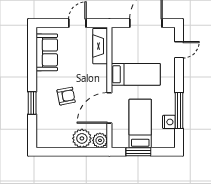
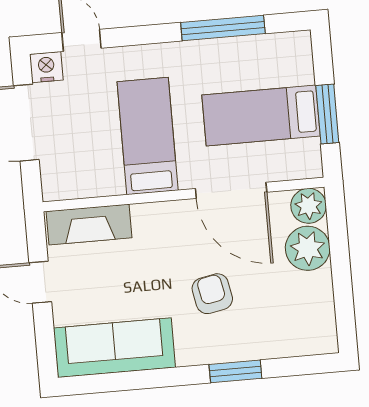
sofa: (47, 52) -> (115, 348), width x1.36
nightstand: (169, 122) -> (46, 67), moved

